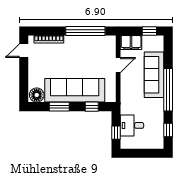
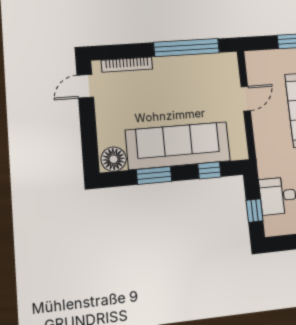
filing cabinet: (131, 43) -> (262, 61), removed

